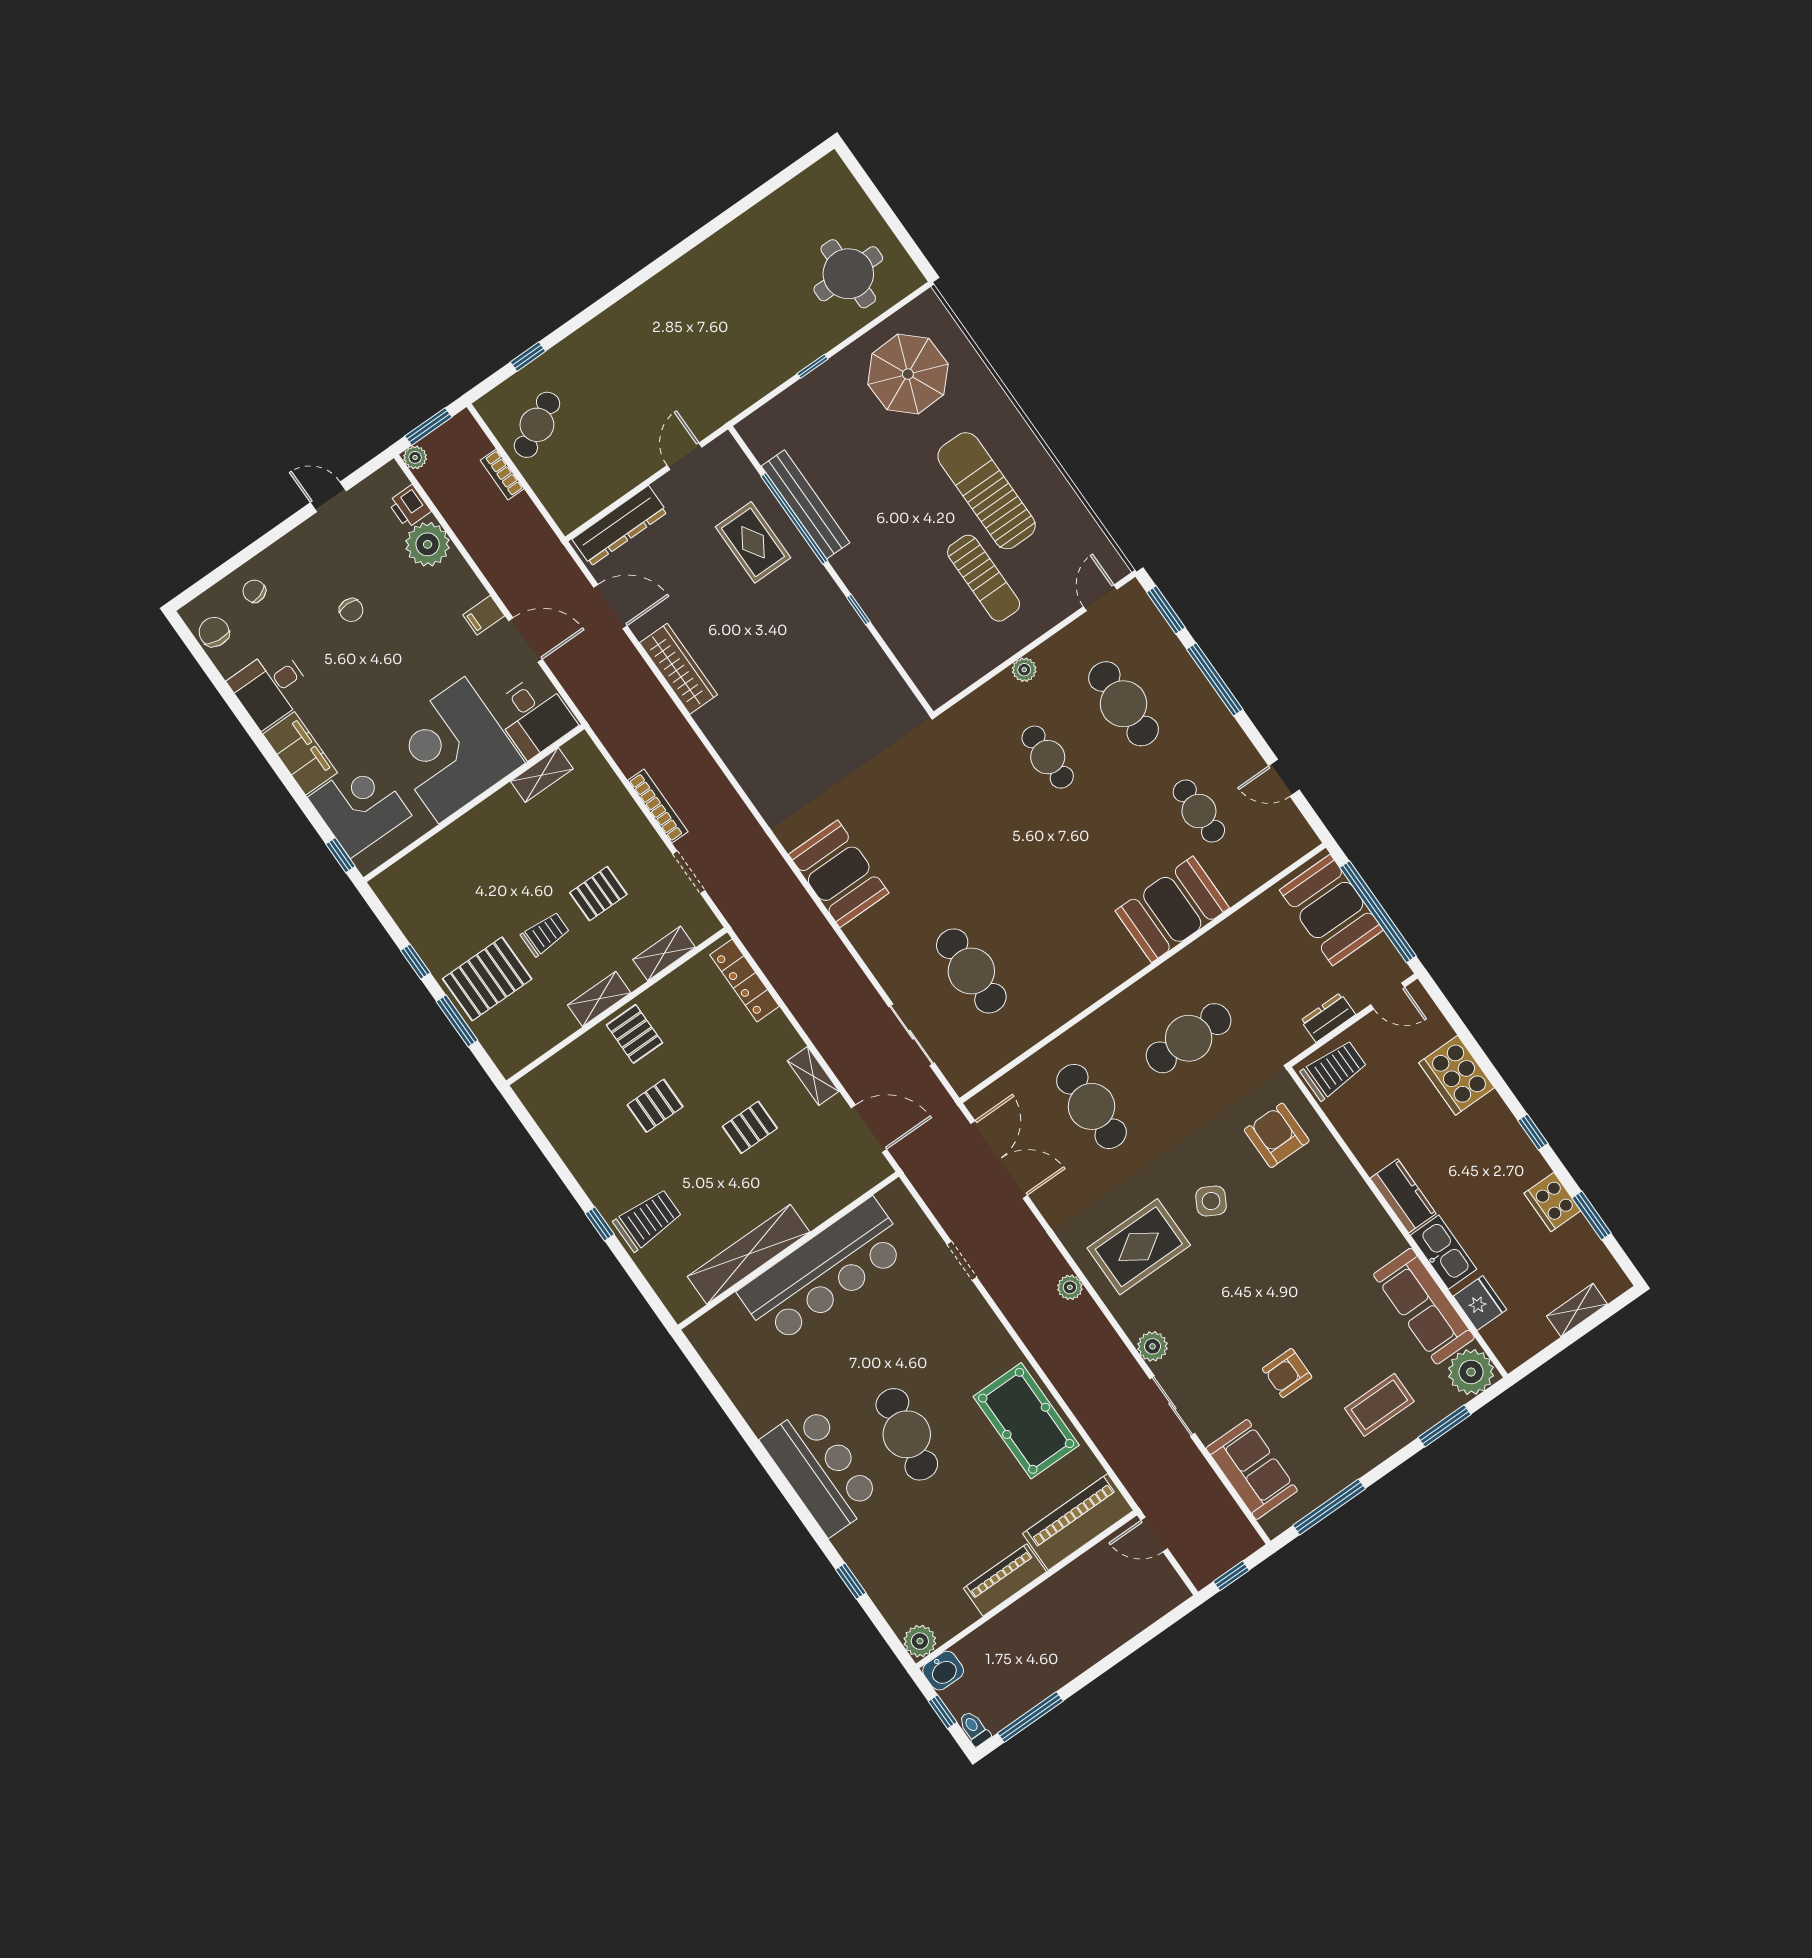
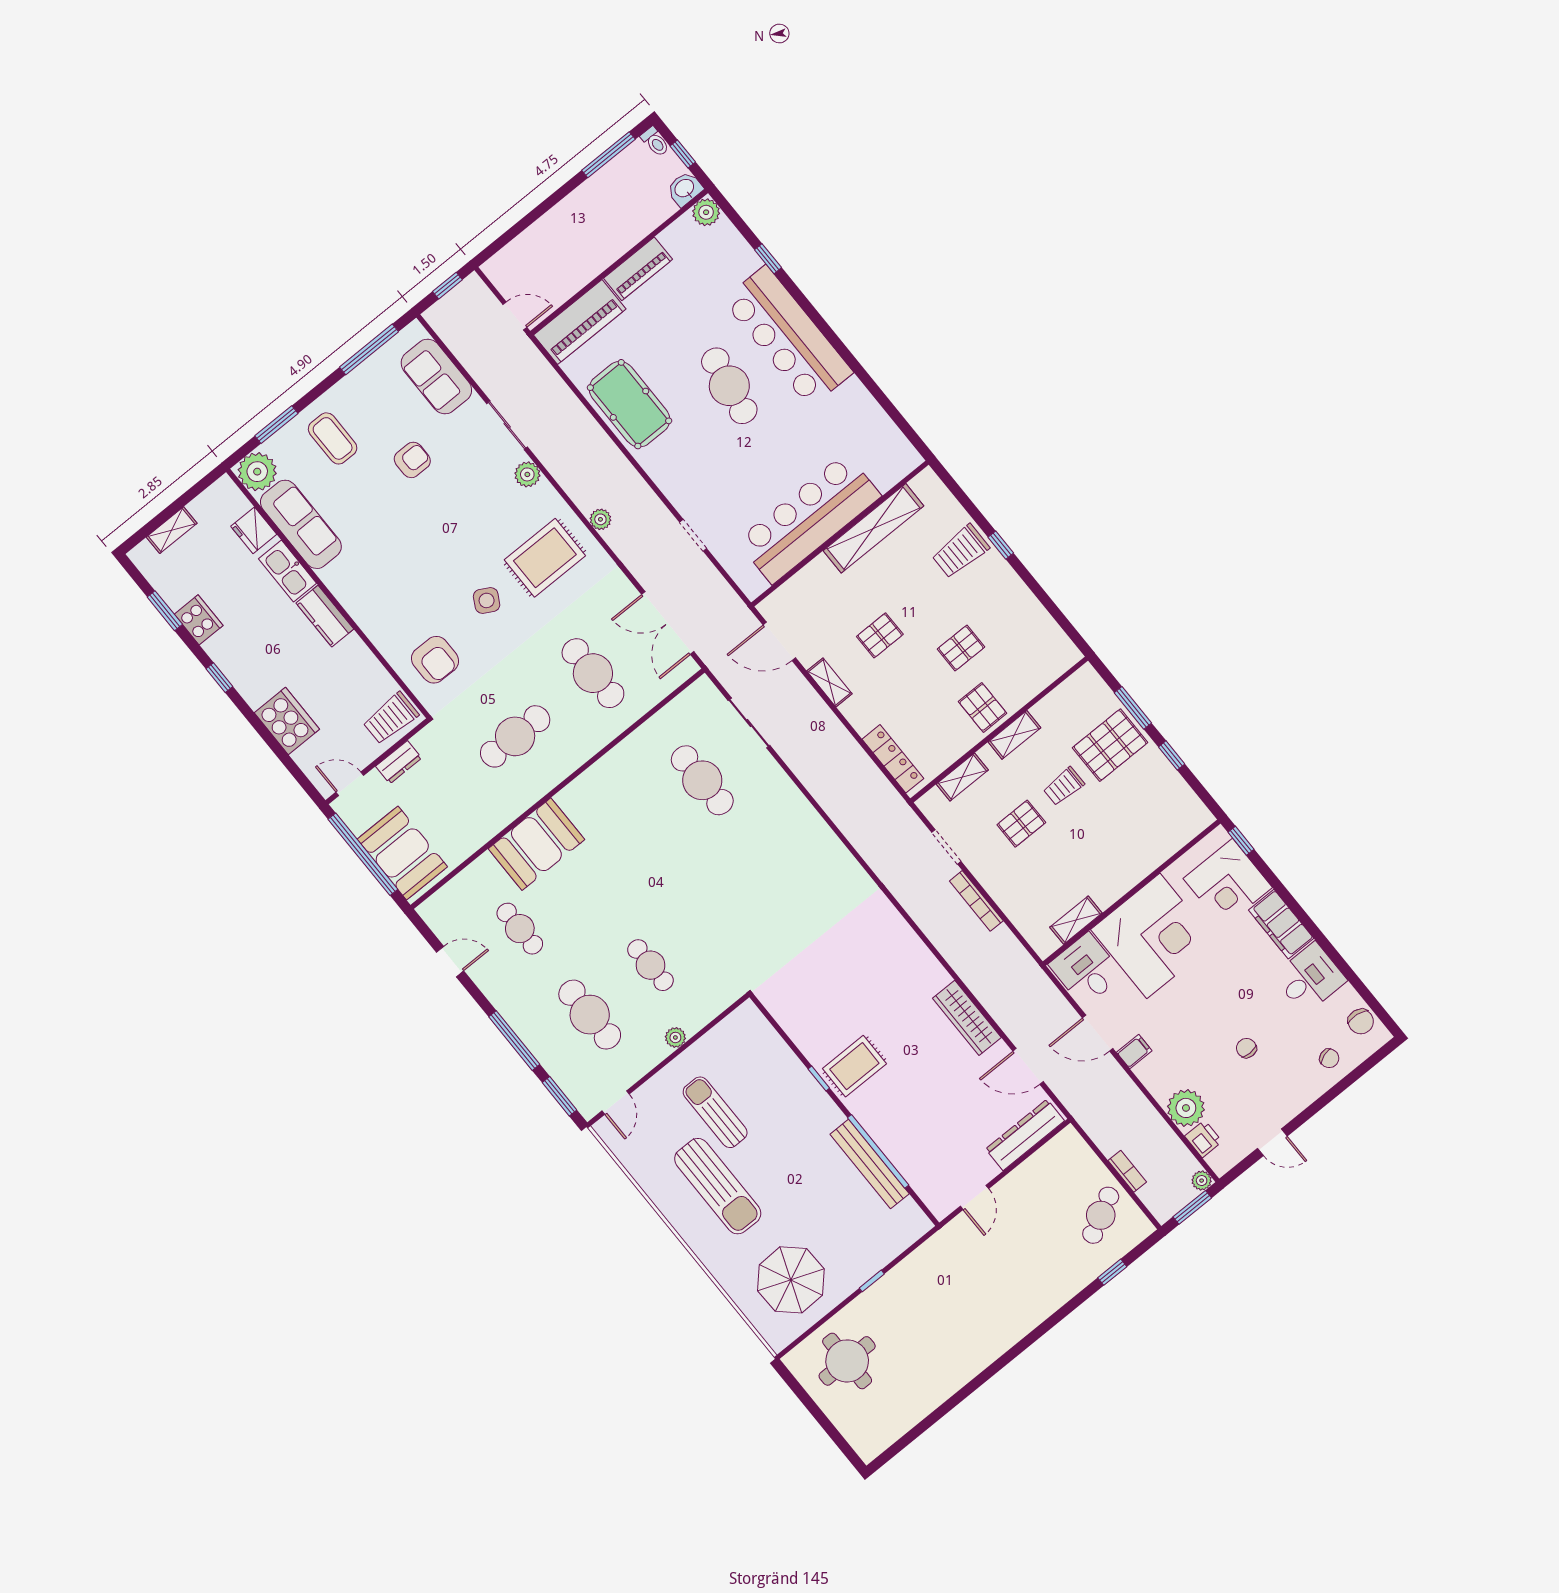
rug: (753, 542) -> (854, 1066), moved, turned 90
booth: (839, 874) -> (820, 854), removed
coffee table: (1379, 1405) -> (333, 438), turned 90
bar counter: (821, 1470) -> (788, 336), width x1.36

